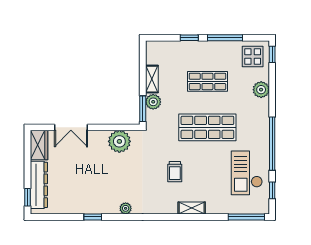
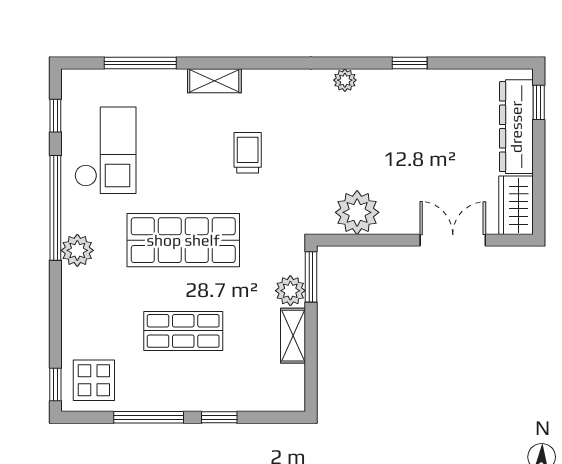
plant: (261, 90) -> (77, 250), moved
window: (246, 217) -> (140, 63), moved

